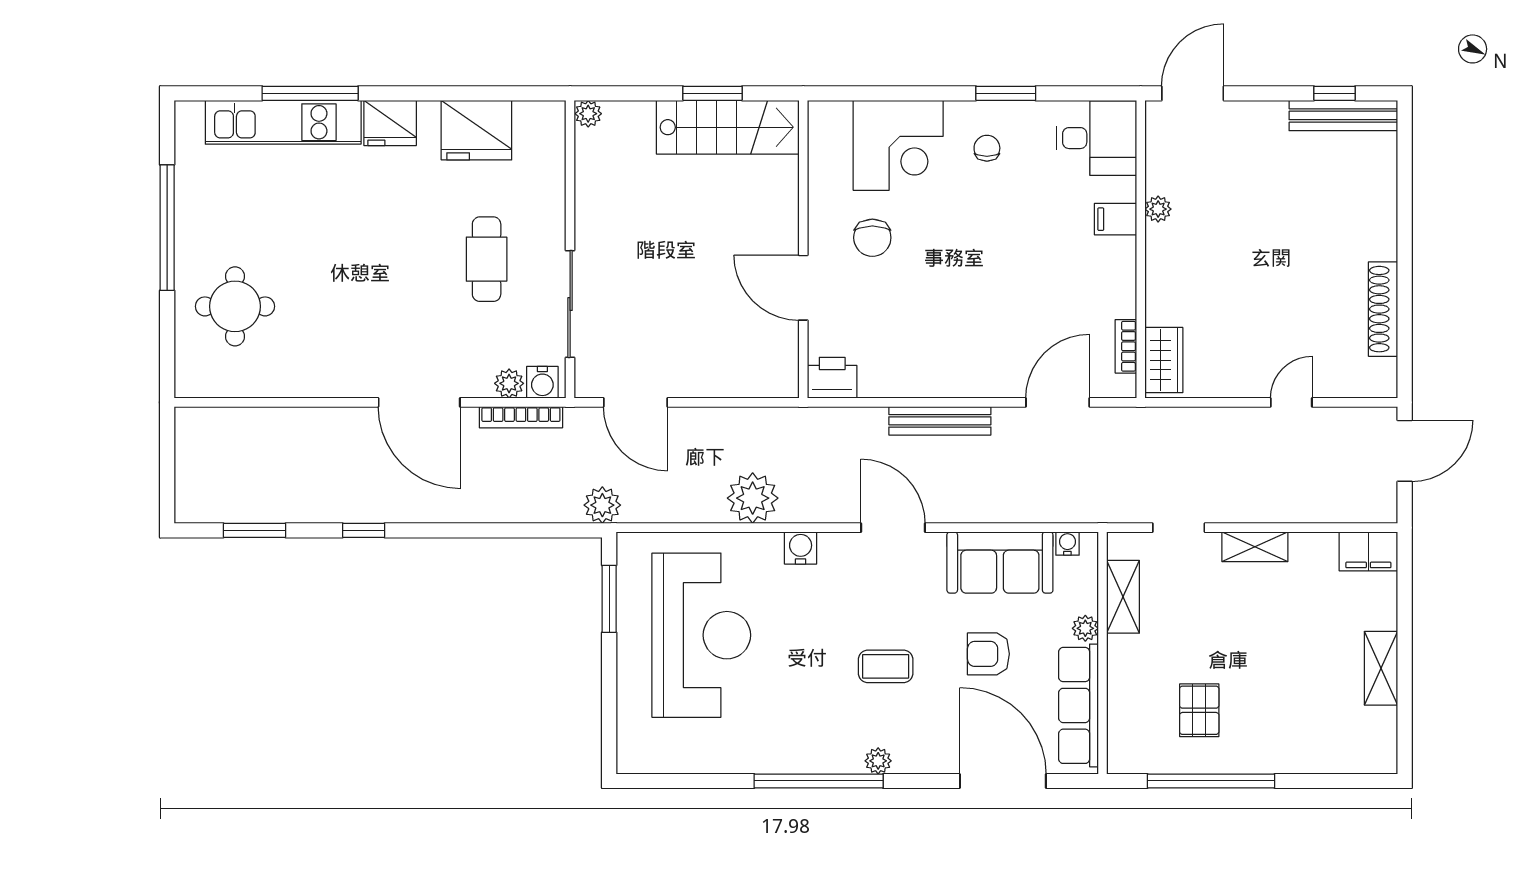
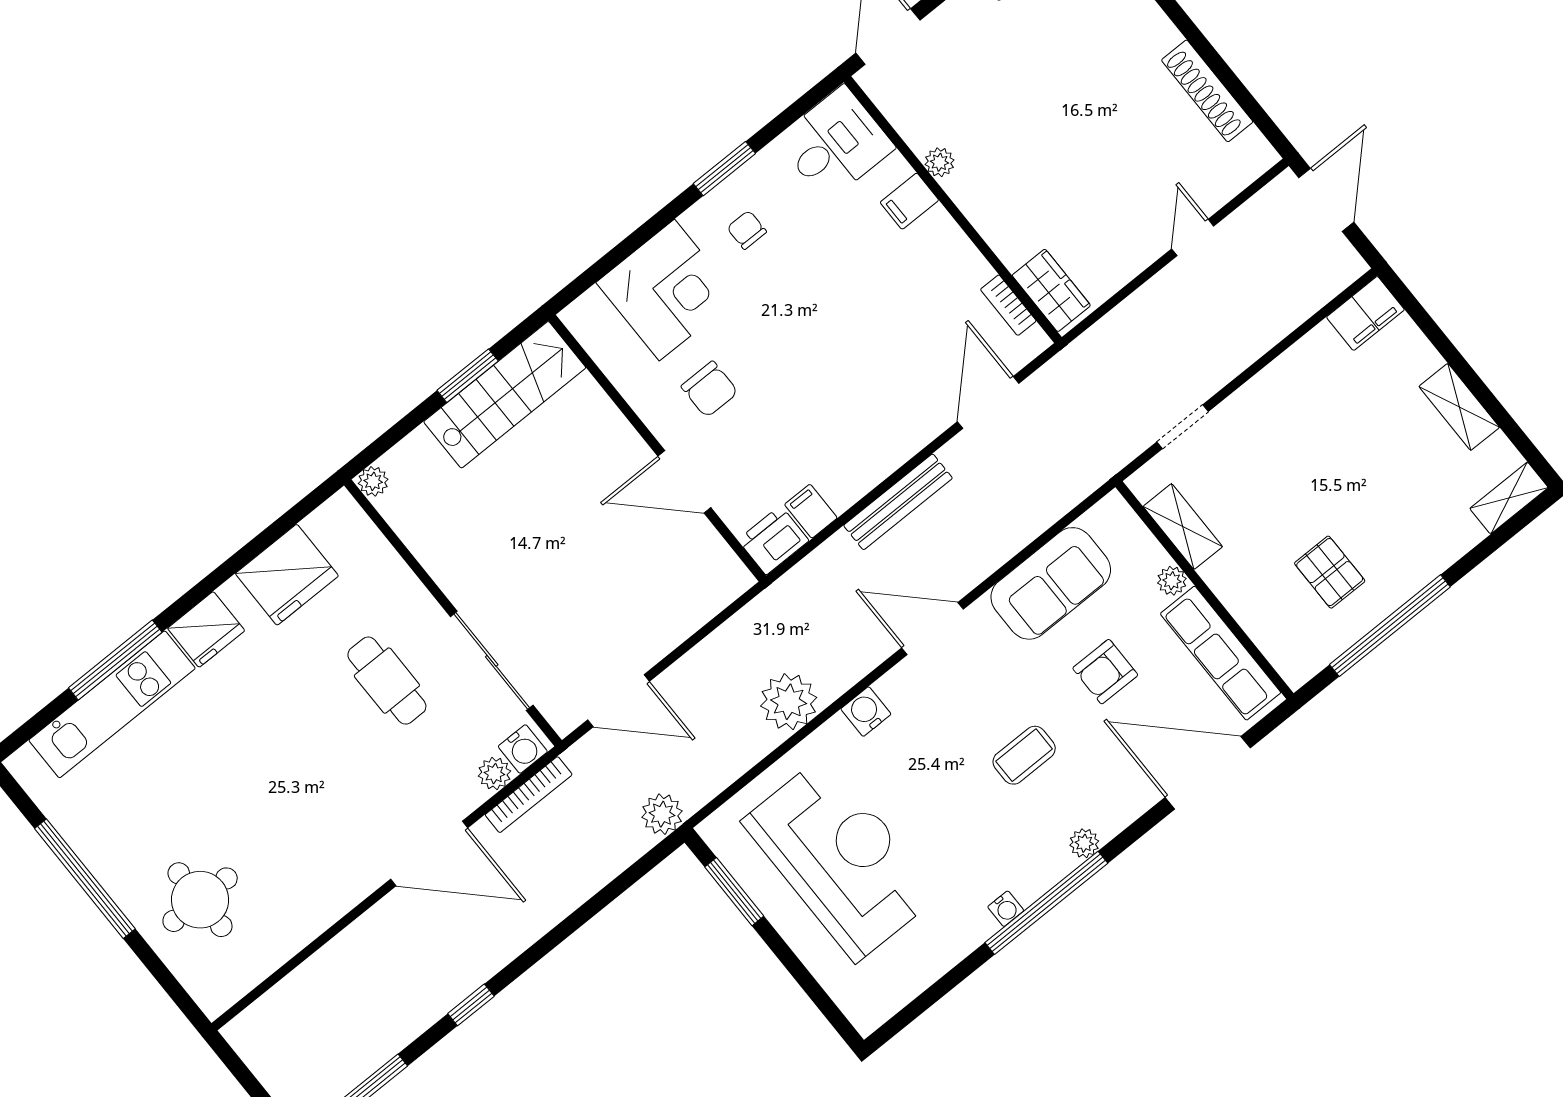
filing cabinet: (874, 379) -> (811, 511), added
water cooler: (1067, 543) -> (1006, 909), moved, turned 180
shelving: (1255, 547) -> (1509, 498), moved

